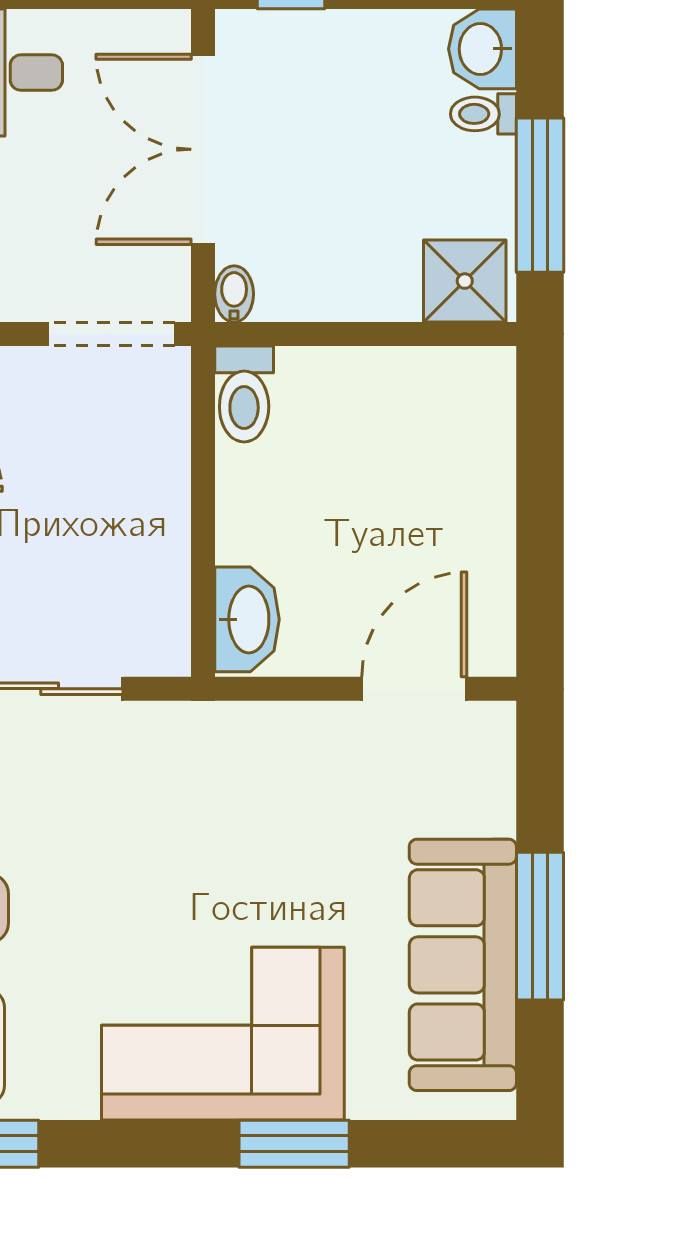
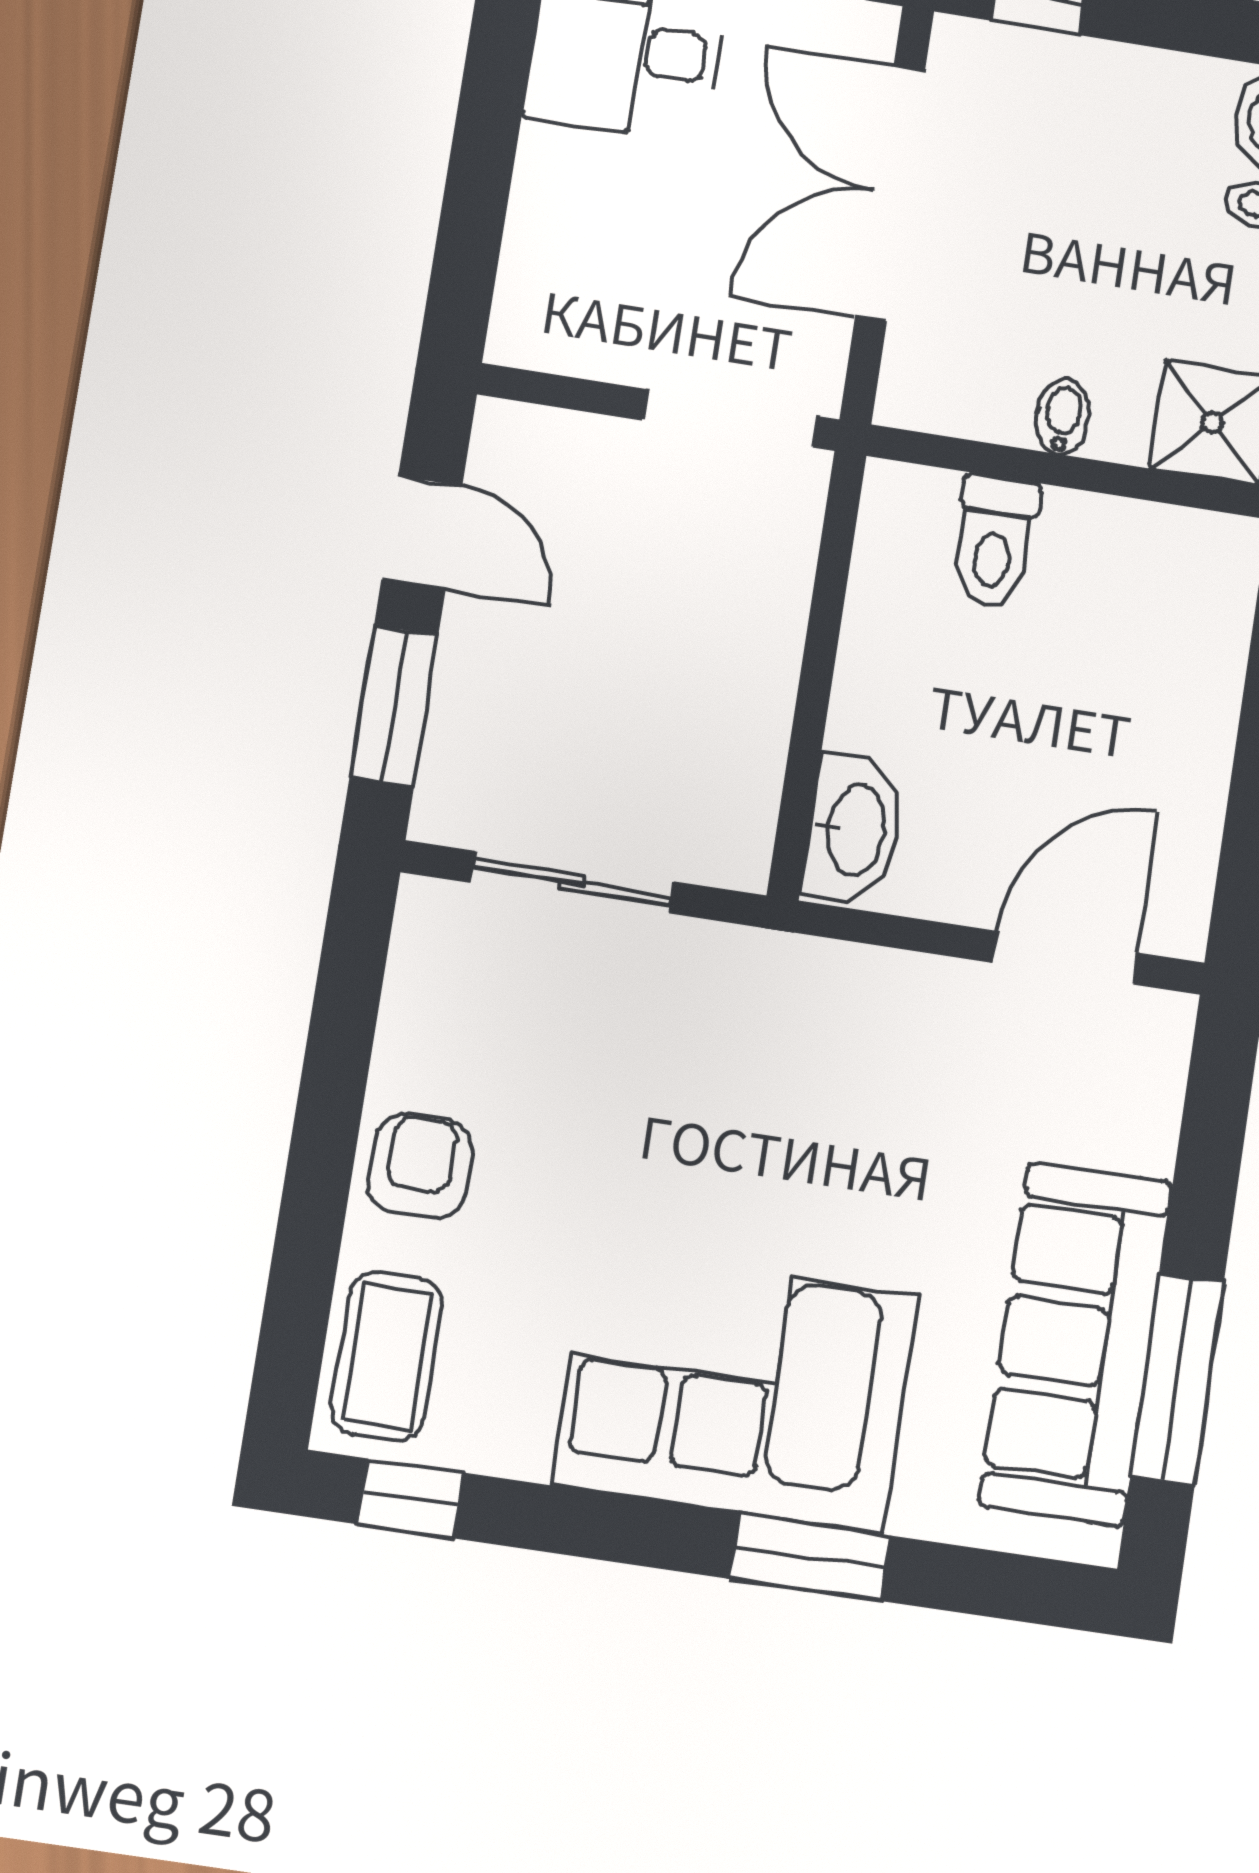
bidet: (234, 294) -> (1063, 416), moved
toilet: (244, 394) -> (994, 542), moved
window: (540, 926) -> (1177, 1379), moved

